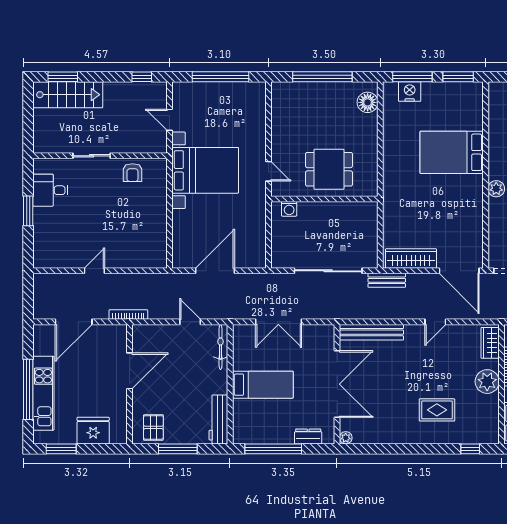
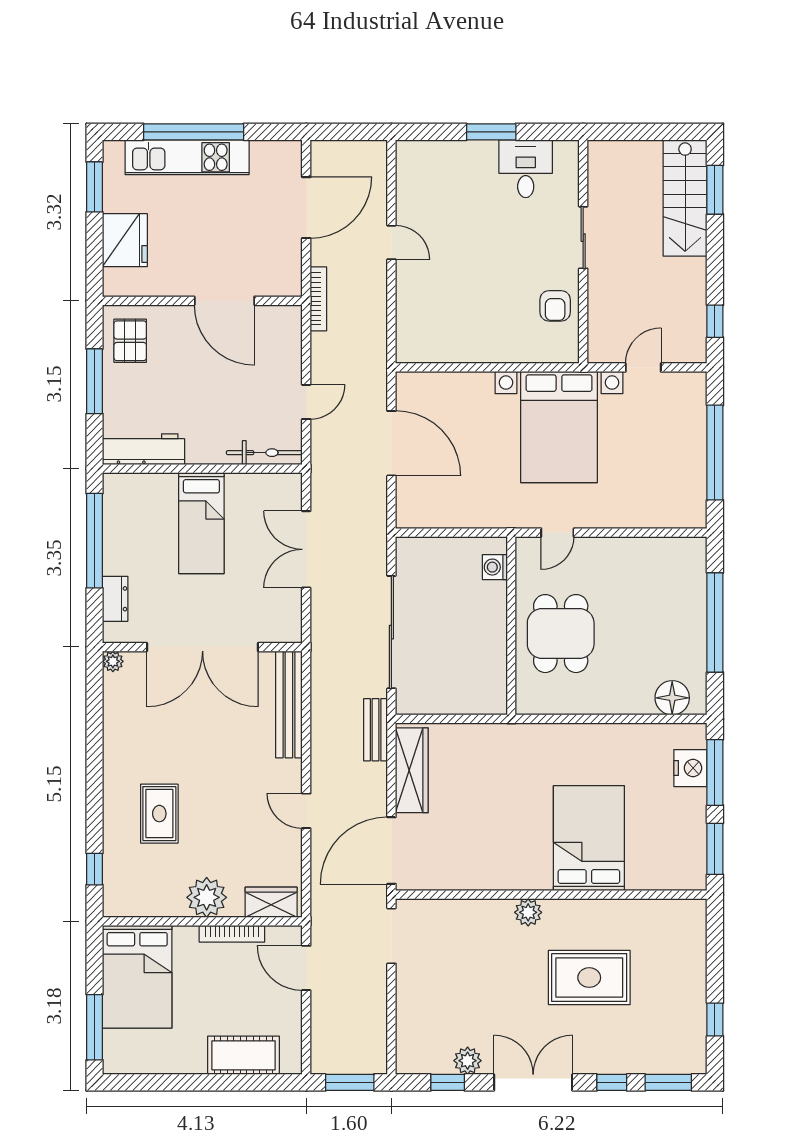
armchair: (133, 173) -> (555, 306), turned -90
door: (74, 322) -> (306, 208), swing flipped
pallet: (153, 427) -> (130, 341), turned 90

